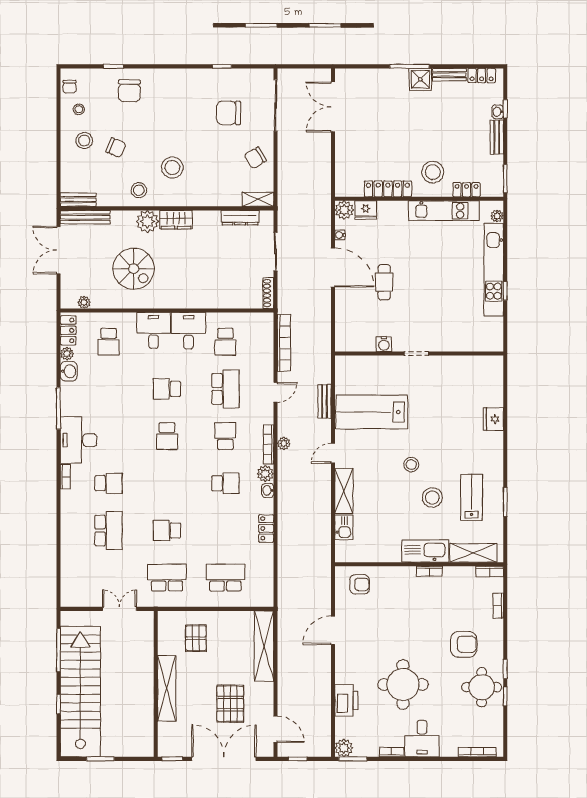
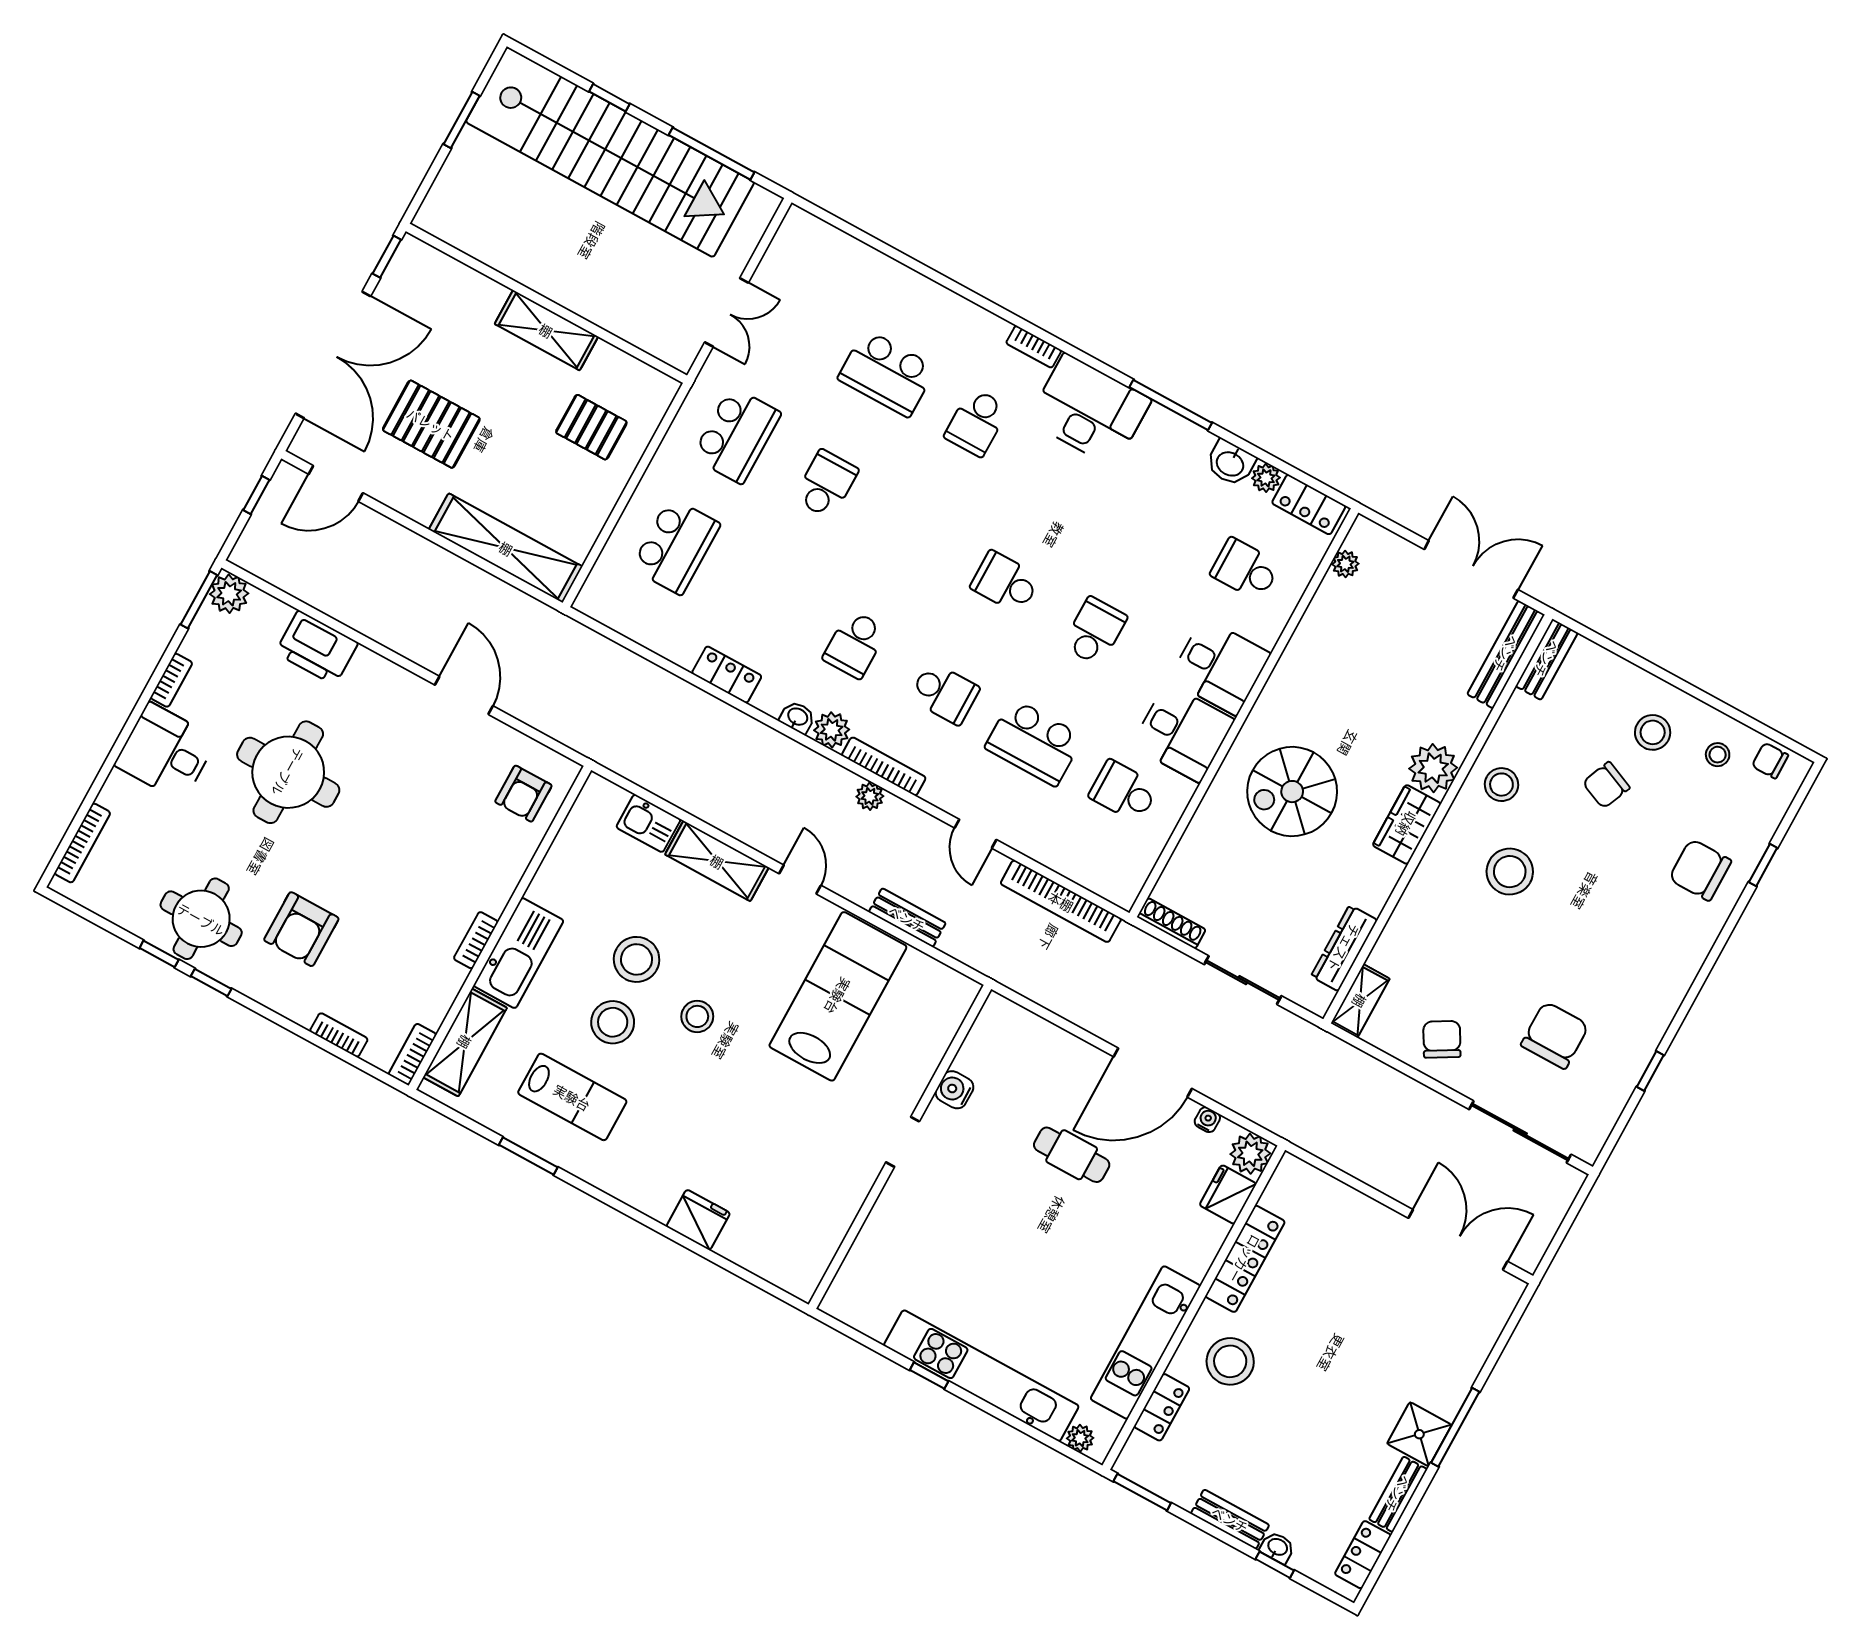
spiral stairs: (134, 269) -> (1292, 792), moved
stool: (402, 502) -> (637, 959), added
shelving: (167, 688) -> (546, 330), width x0.68

